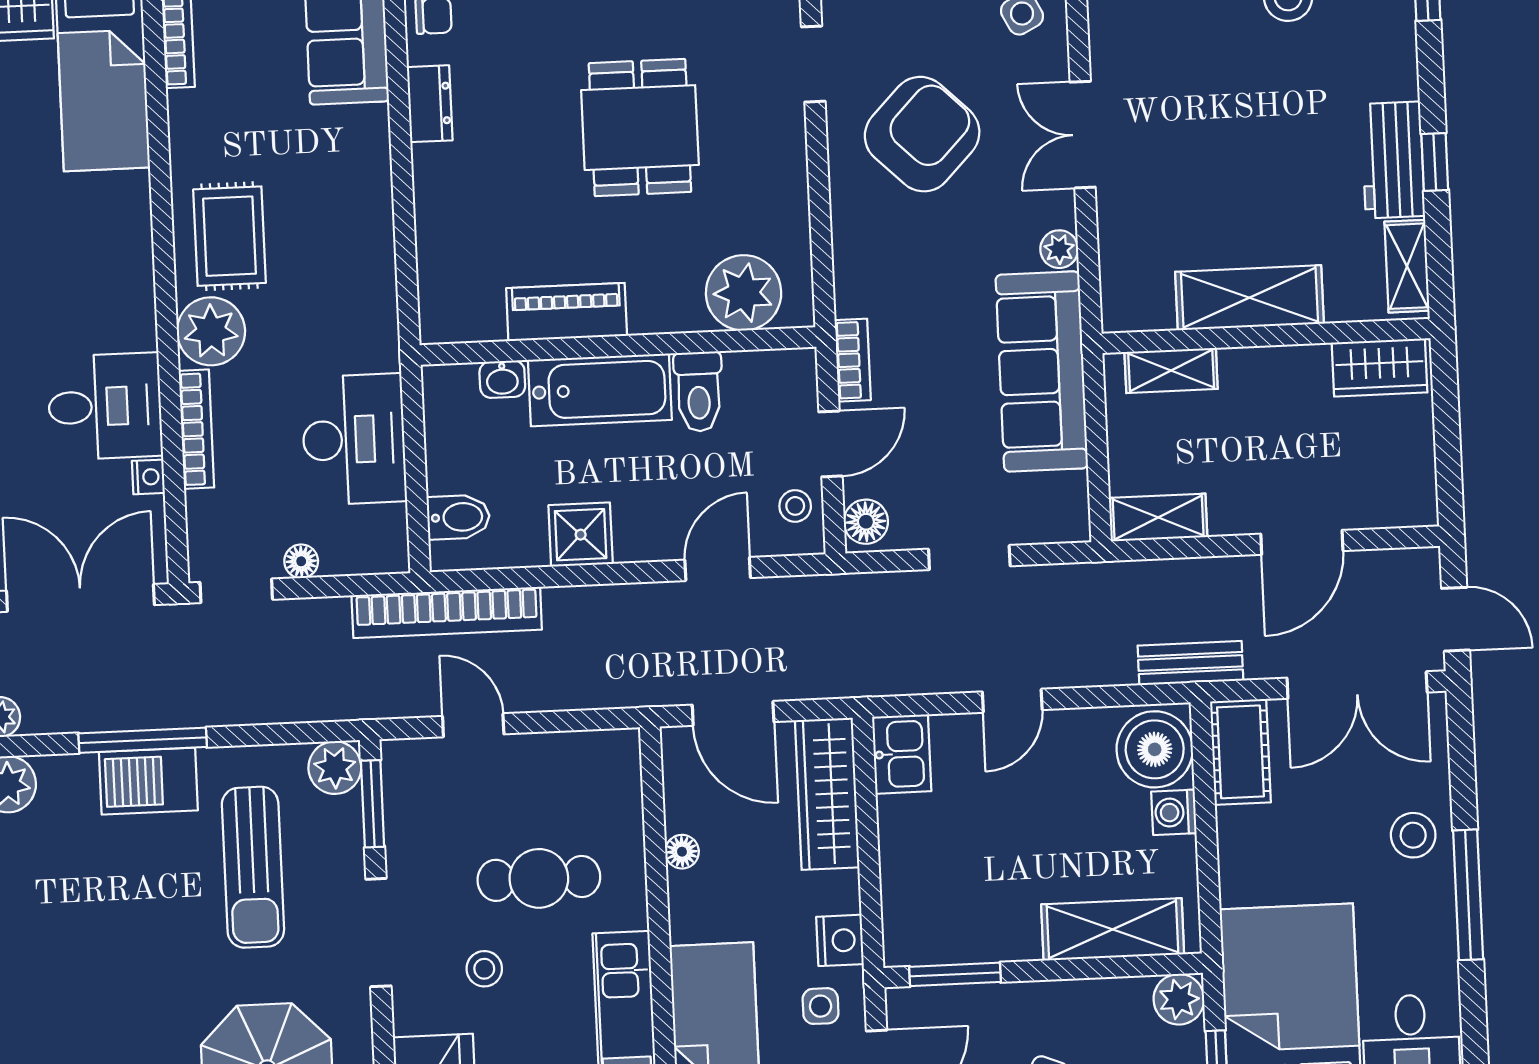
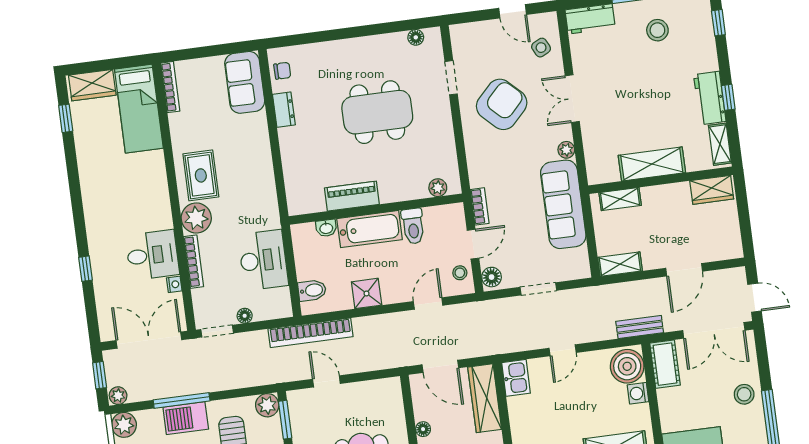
dining table: (640, 128) -> (377, 112), width x1.38
plant: (744, 293) -> (438, 188), width x0.53, depth x0.53

